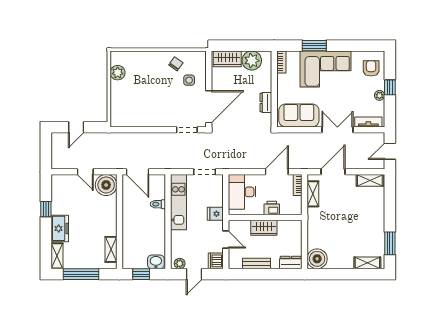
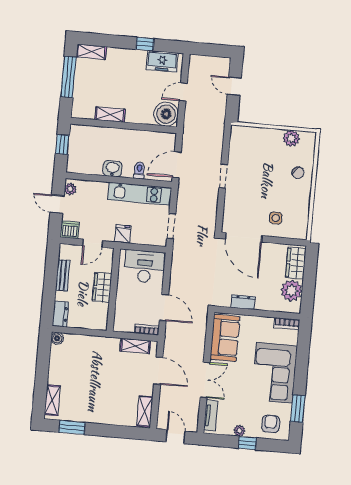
window: (314, 46) -> (298, 409), moved
chair: (176, 64) -> (298, 173), moved
armchair: (371, 68) -> (271, 424), turned -90
doorway: (187, 130) -> (223, 176), moved
door: (138, 172) -> (177, 165), moved
printer: (272, 208) -> (124, 298), removed
freezer: (60, 228) -> (162, 61), moved
shelving: (111, 249) -> (110, 115), moved
boiler: (317, 259) -> (57, 338), width x0.54, depth x0.54
washbasin: (156, 262) -> (112, 169), moved, turned -90

